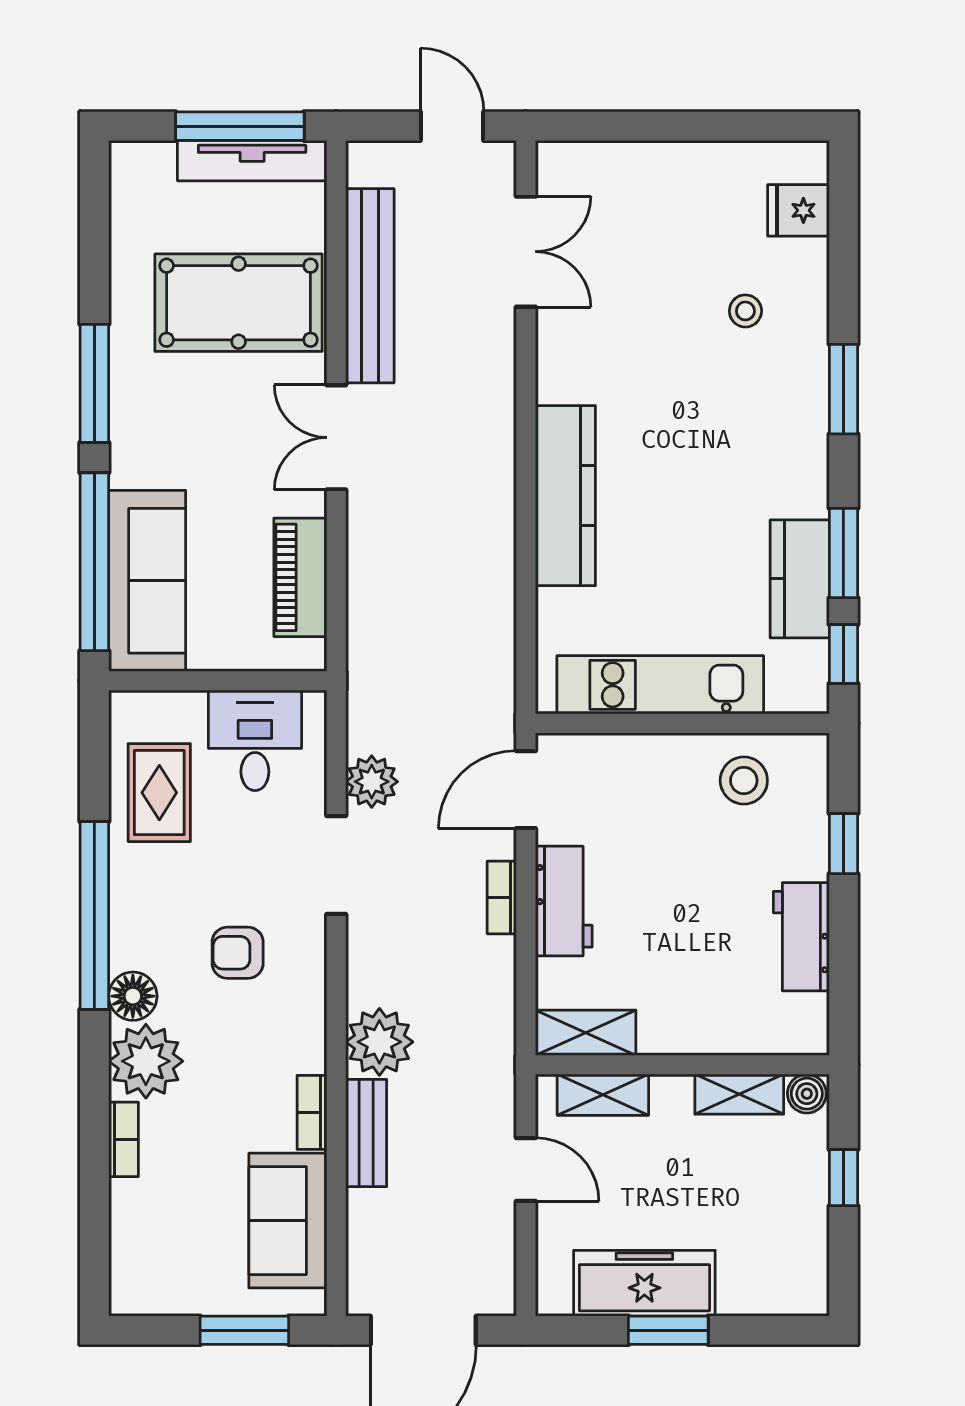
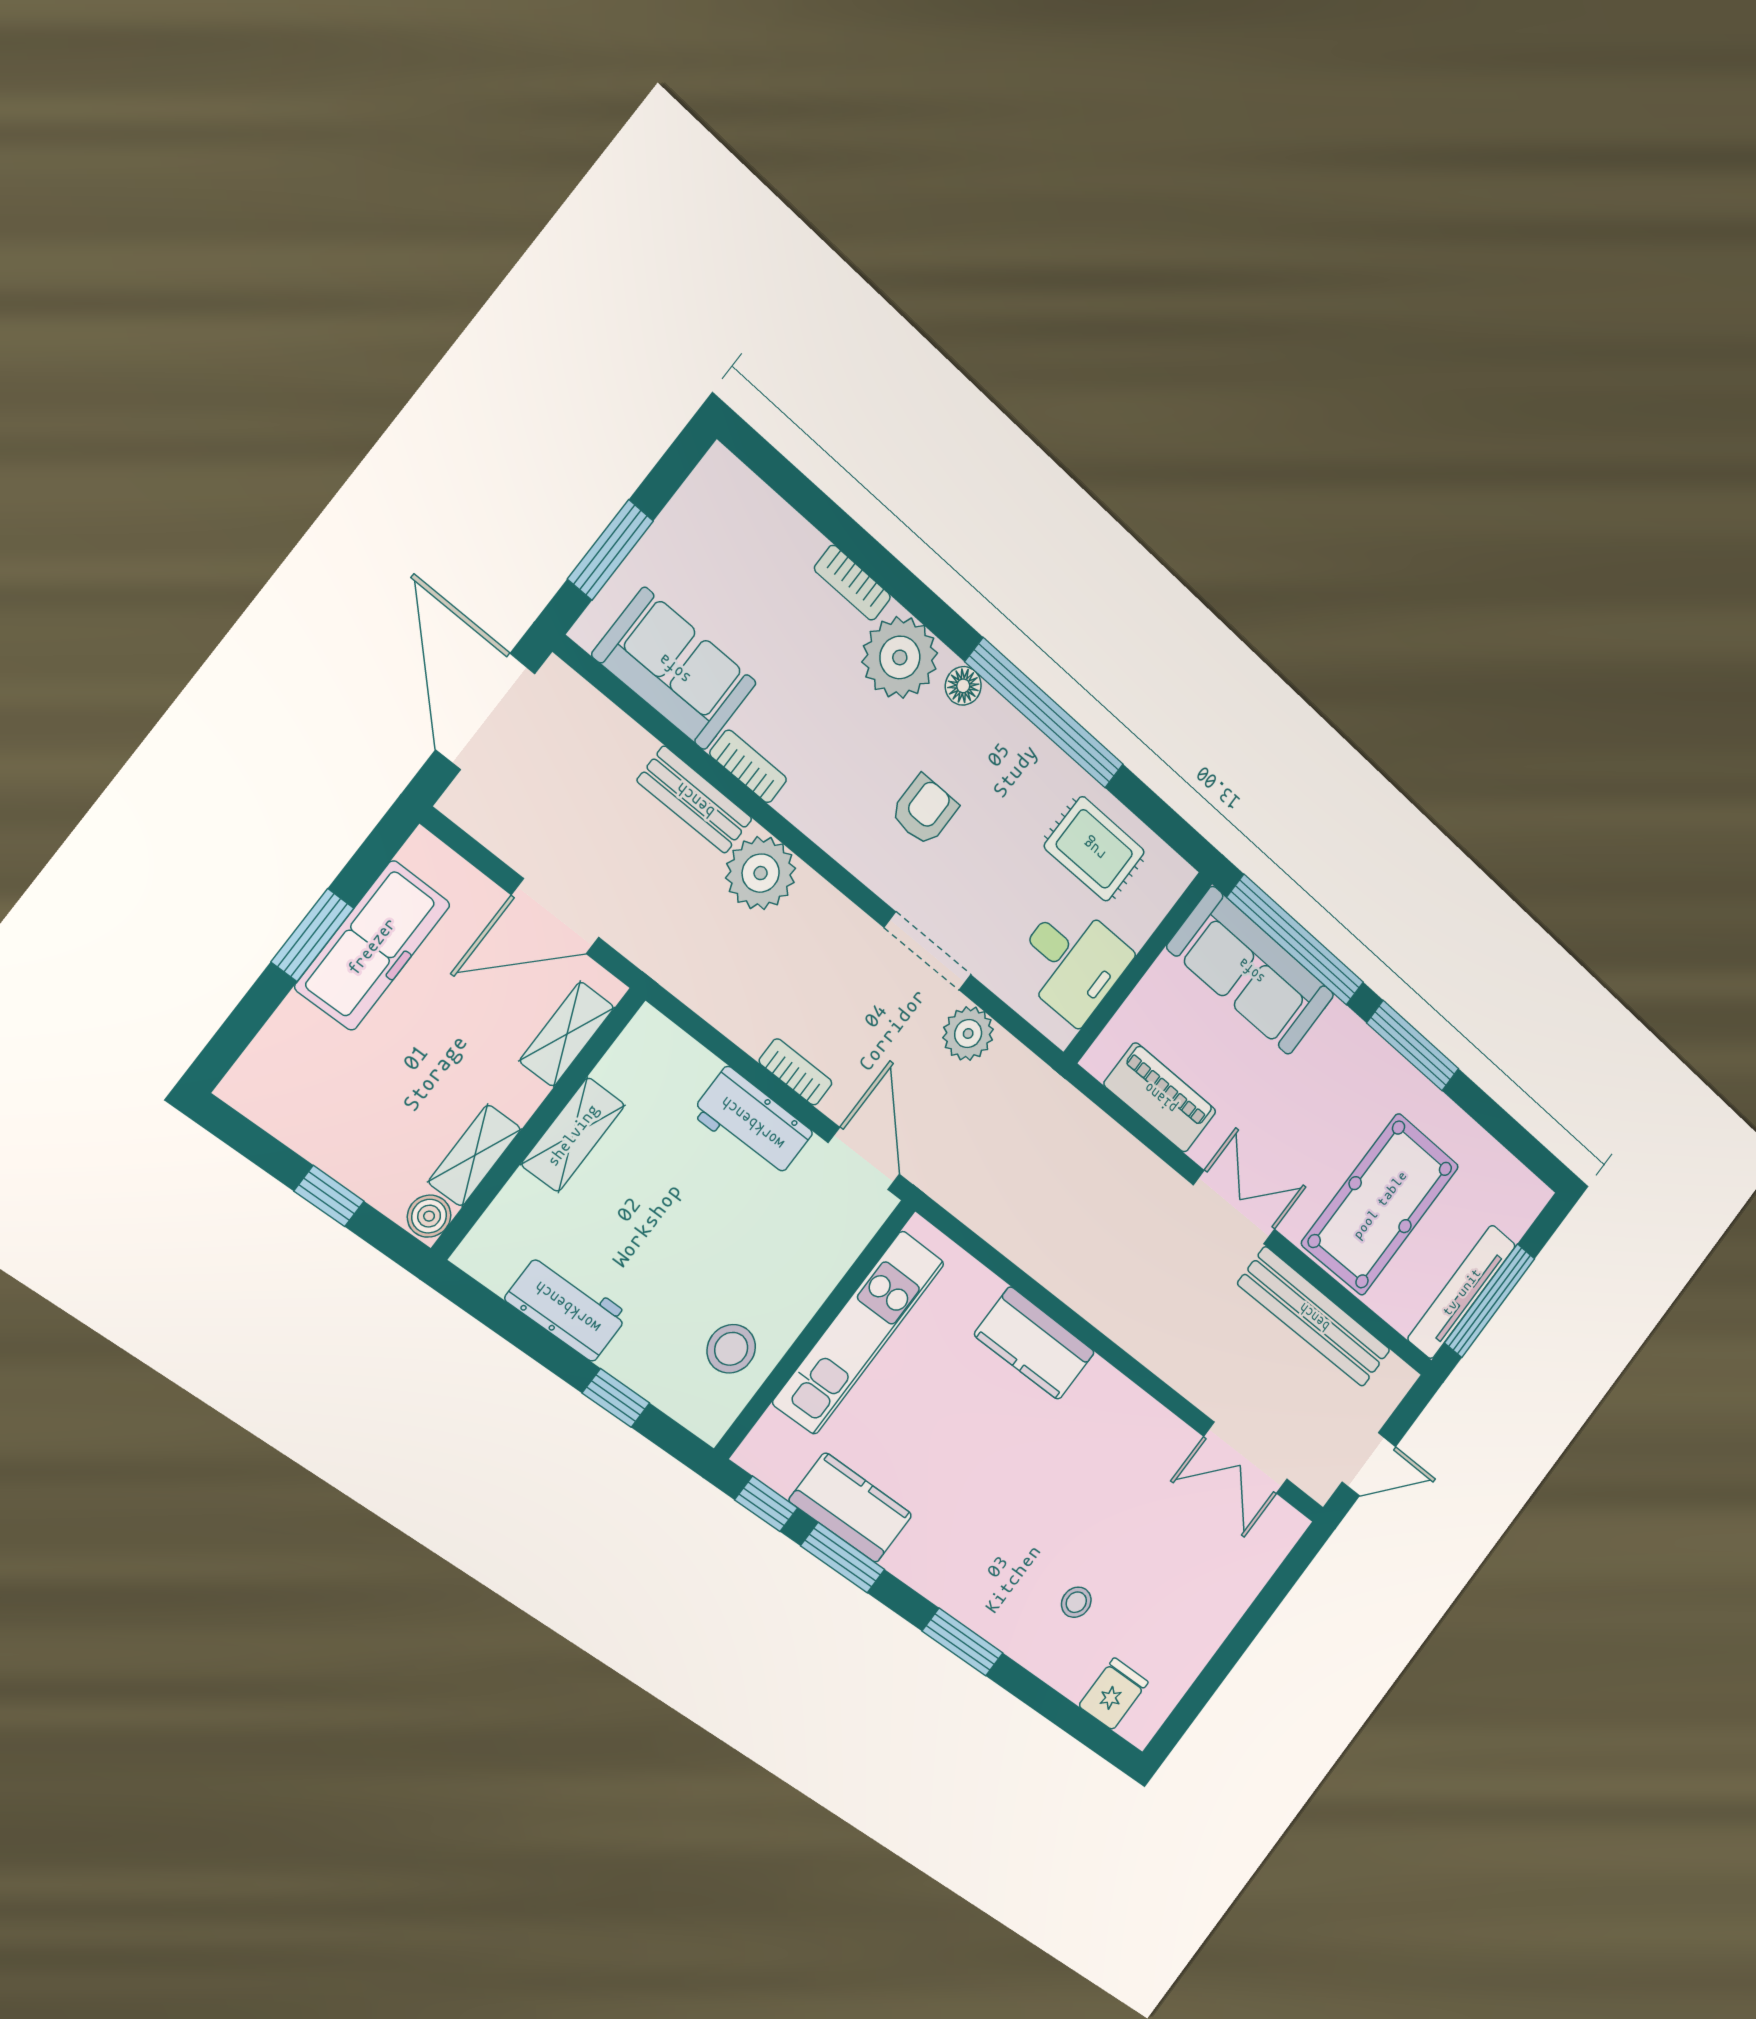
kitchen counter: (565, 496) -> (1034, 1343), width x0.67
floor lamp: (133, 996) -> (963, 686), width x0.73, depth x0.73
shelving: (586, 1033) -> (573, 1135), moved
door: (526, 1170) -> (555, 916), width x1.38

